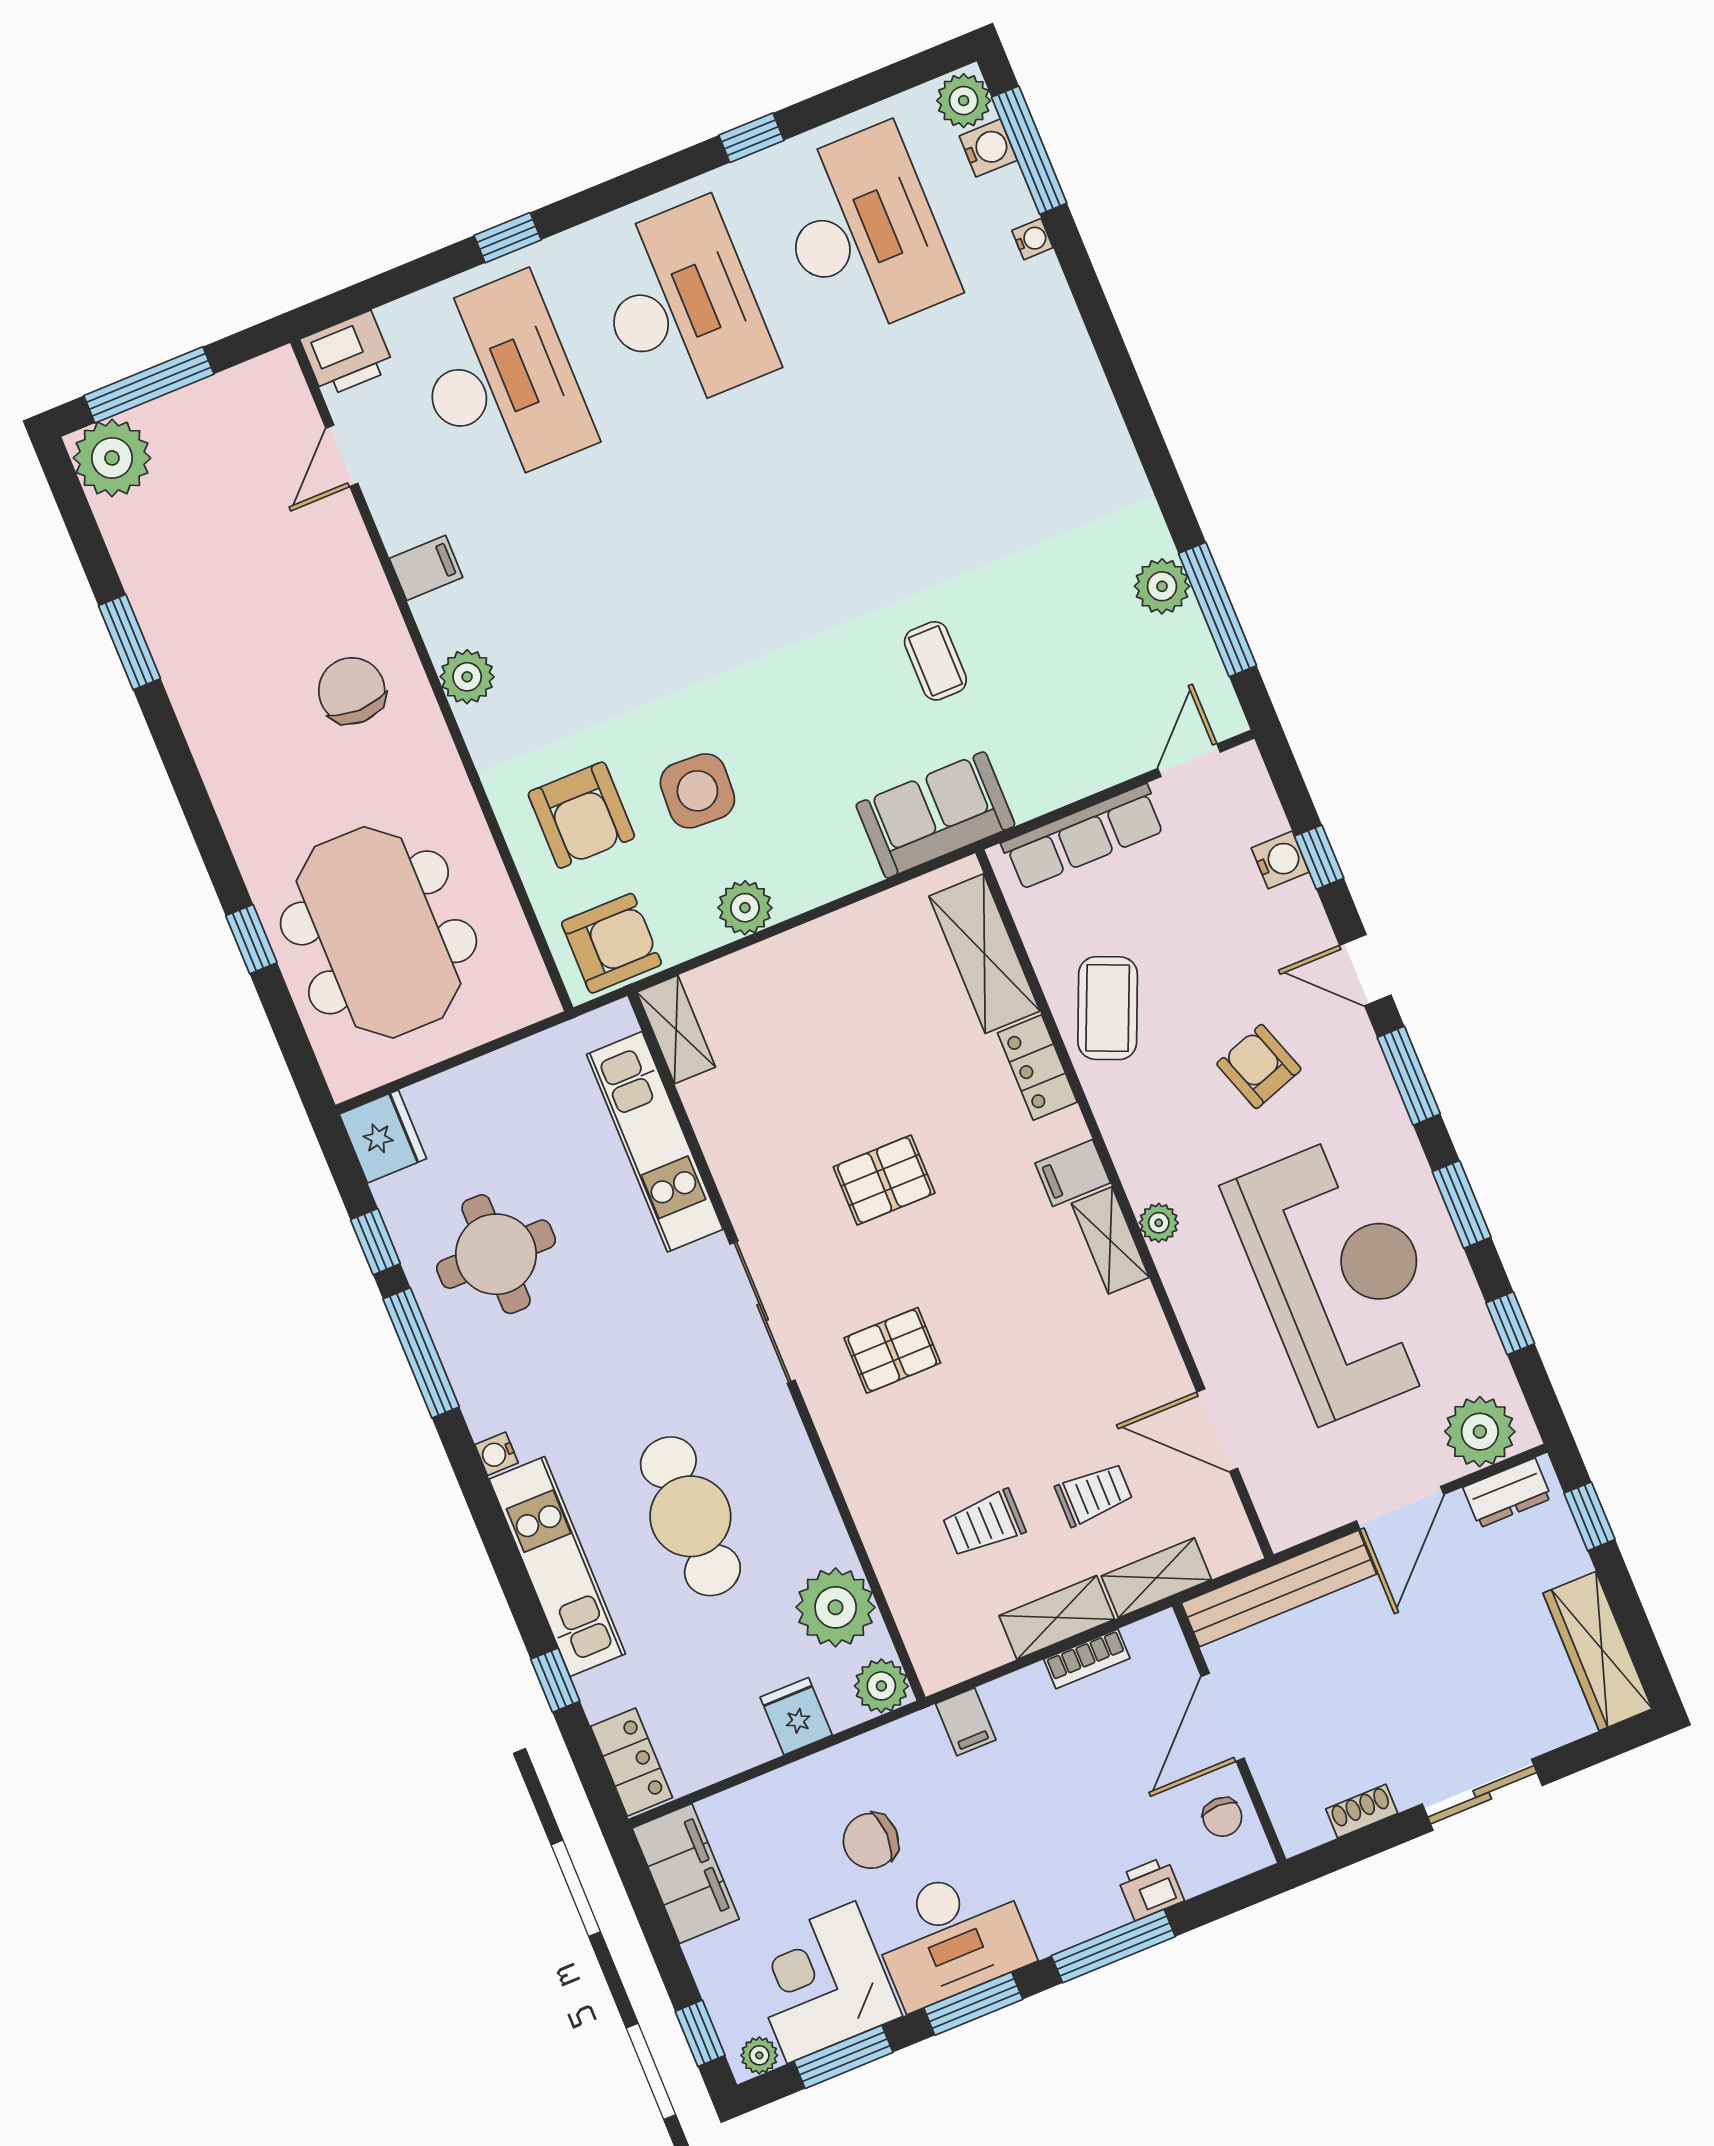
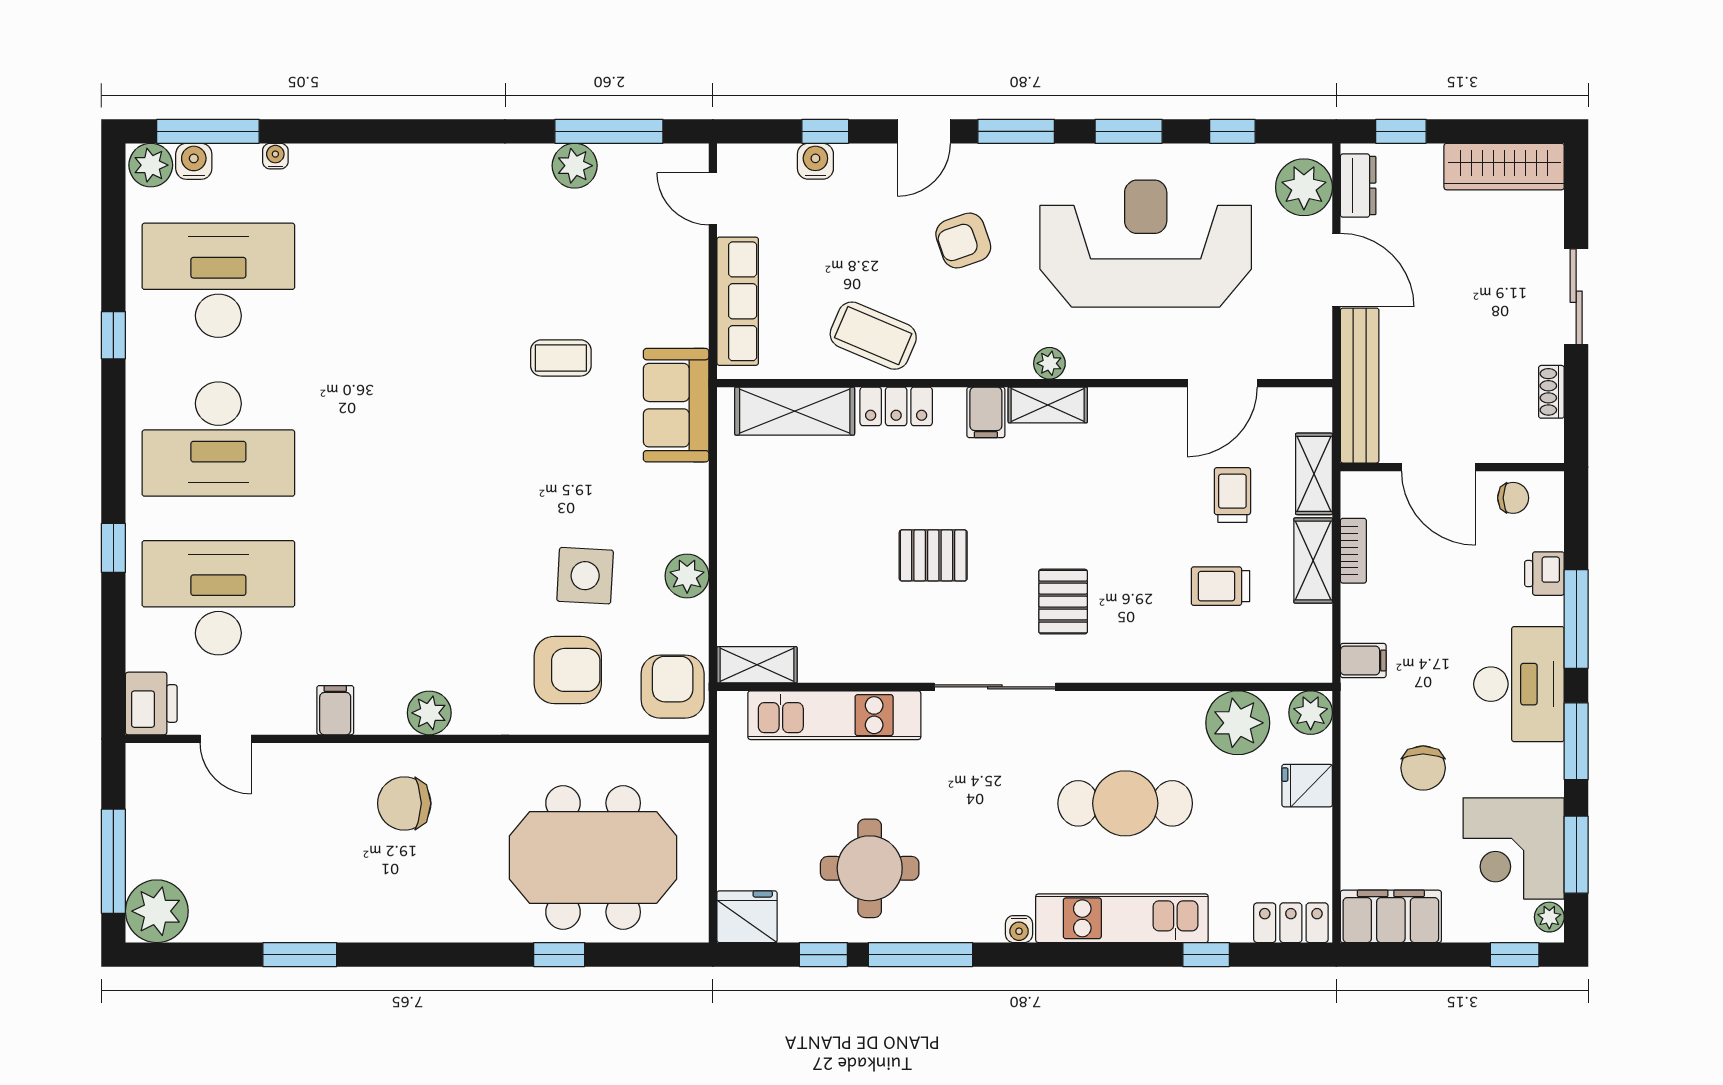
desk: (682, 307) -> (218, 439), turned 180
pallet: (884, 1180) -> (933, 555), turned 90
trolley: (984, 1523) -> (1221, 586), turned 90
desk: (951, 1936) -> (1519, 684), moved

